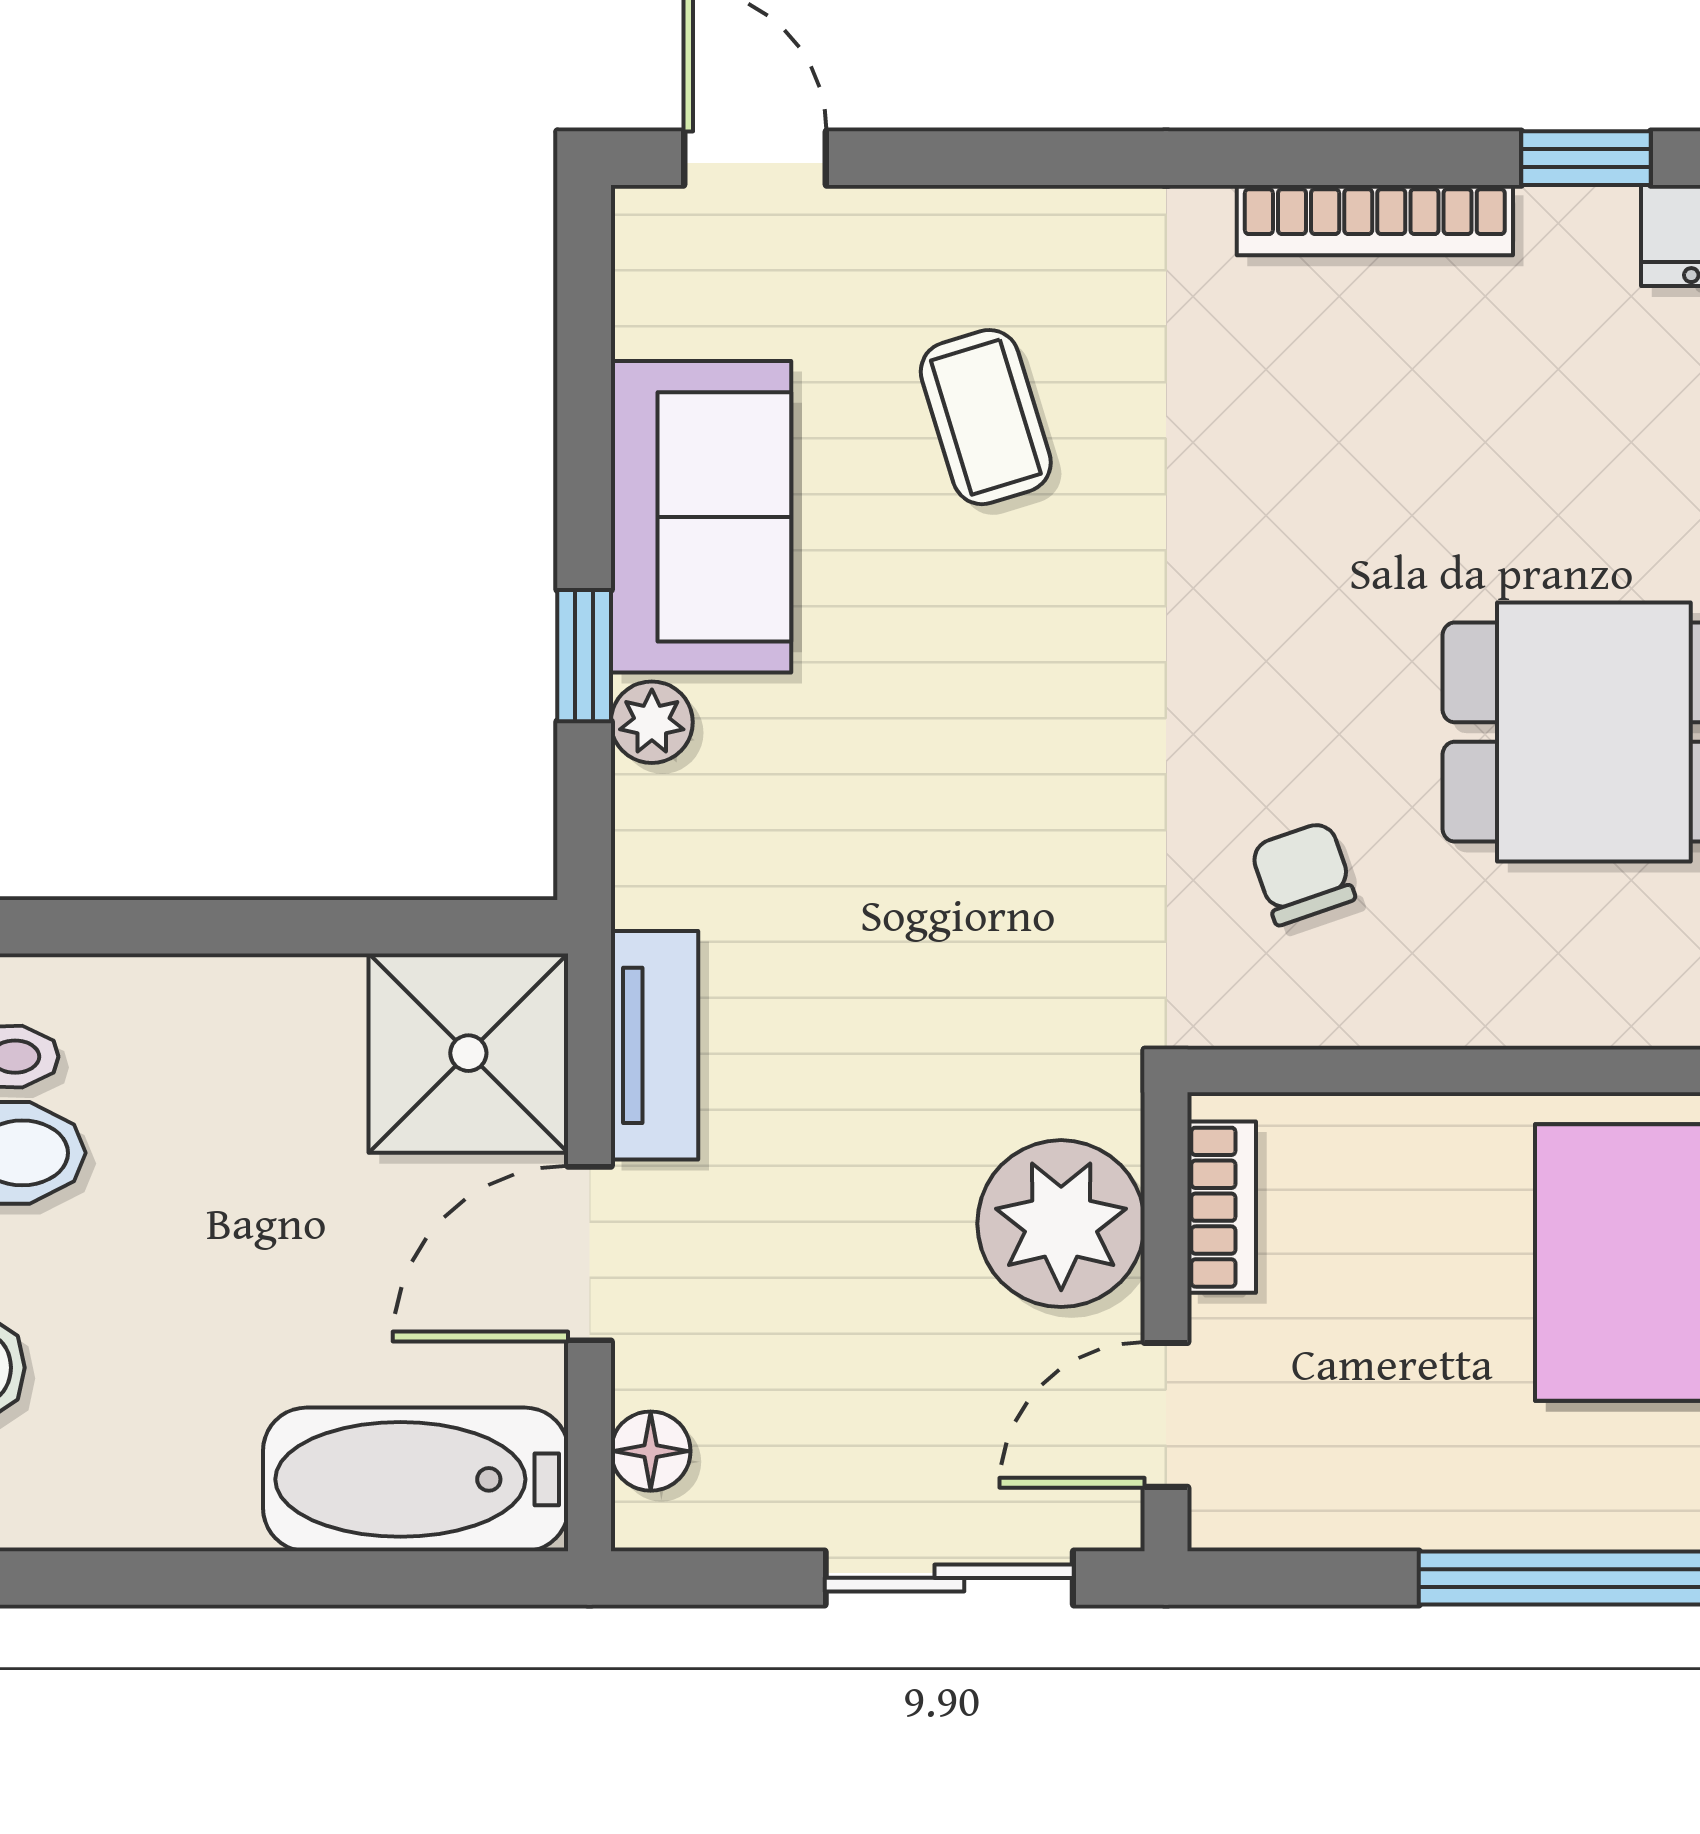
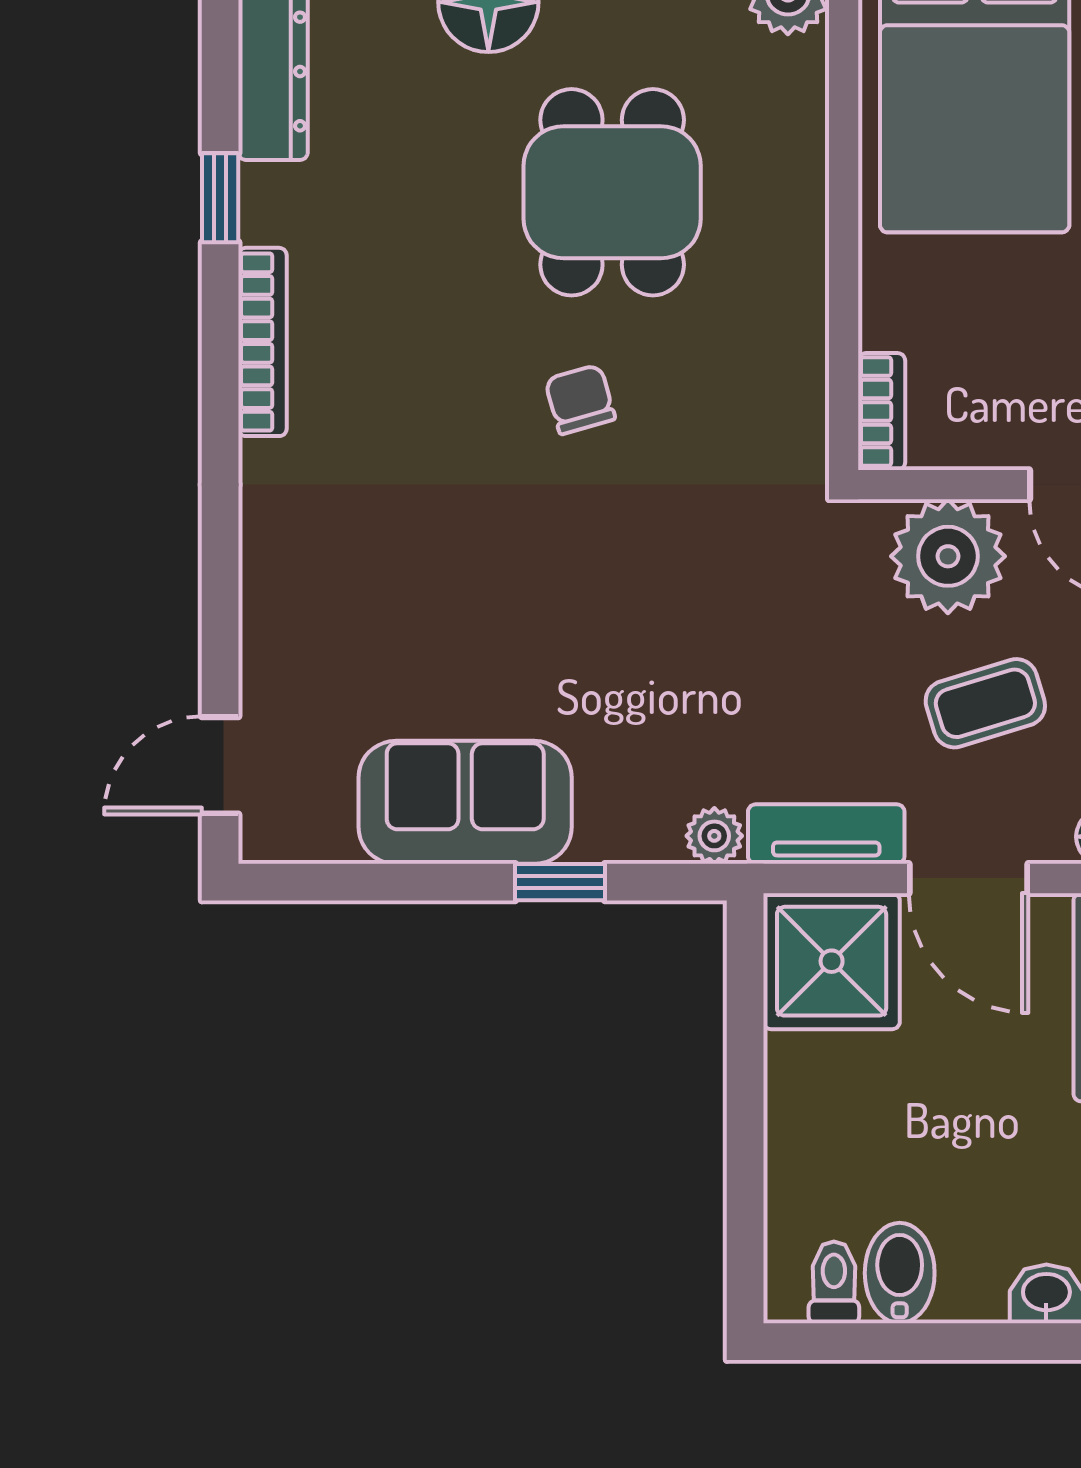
coffee table: (986, 417) -> (985, 703), moved
plant: (652, 722) -> (714, 836), moved
chair: (1303, 873) -> (580, 399), moved, turned 93
bookcase: (1222, 1207) -> (882, 412), moved, turned 90

